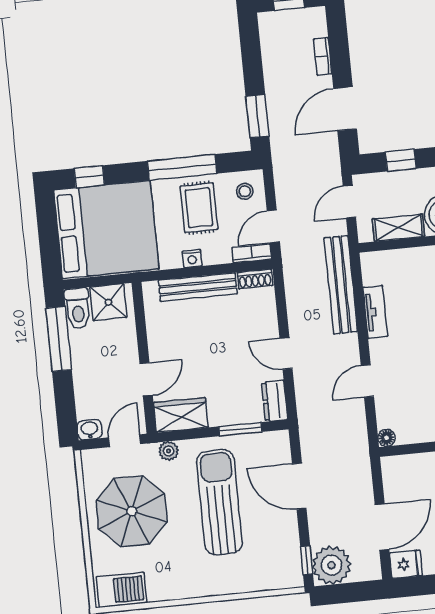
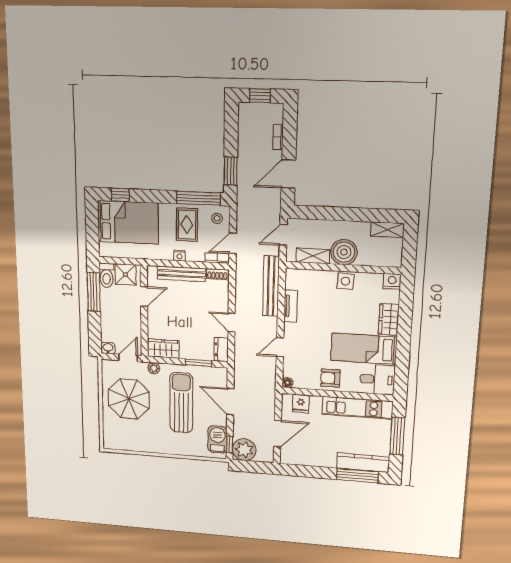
window: (401, 160) -> (320, 213), removed
window: (182, 167) -> (198, 198), moved
bed: (106, 230) -> (128, 222), width x0.73
door: (146, 379) -> (144, 296), moved
fridge: (406, 564) -> (301, 404), moved, turned 90
barbecue: (121, 590) -> (217, 439), moved, turned -90

